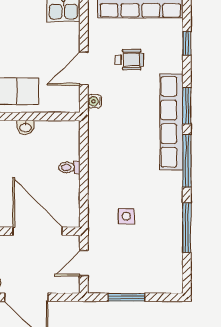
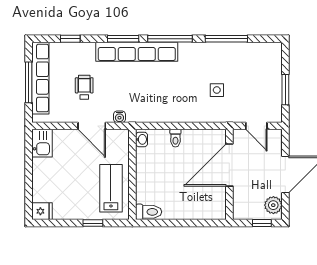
washbasin: (25, 127) -> (142, 139), moved

